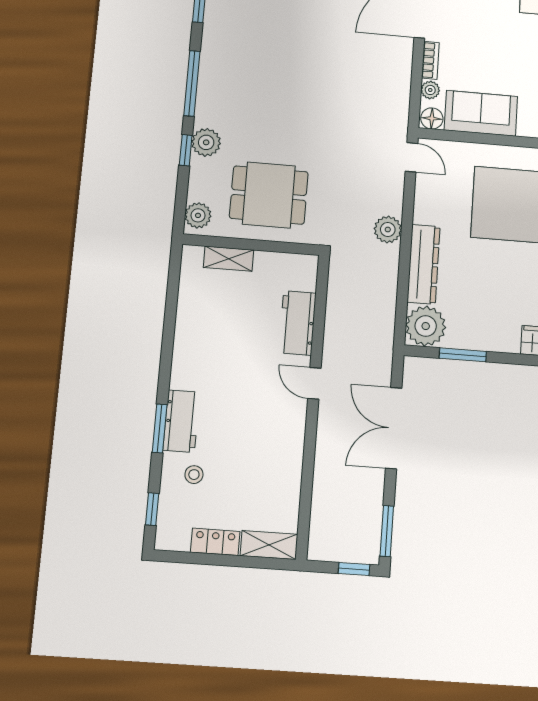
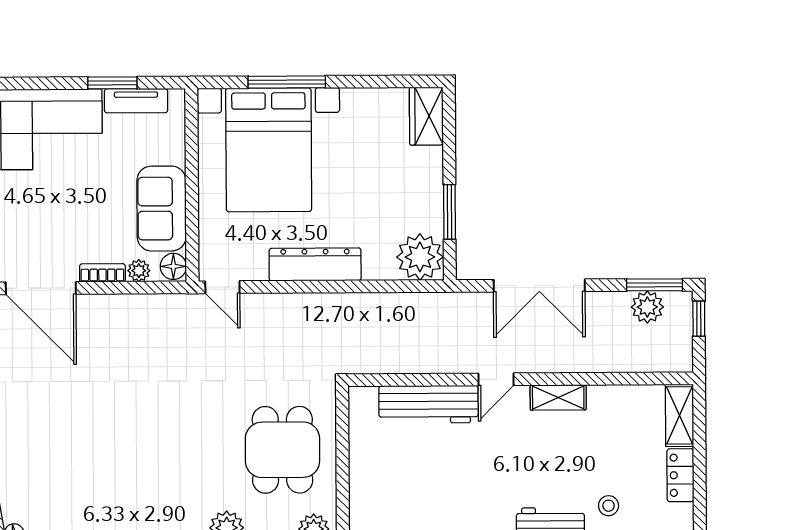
door: (411, 157) -> (222, 287), swing flipped
plant: (388, 230) -> (647, 307), moved
shelving: (229, 259) -> (558, 398), moved, turned 90
dresser: (424, 264) -> (315, 264), moved
workbench: (297, 323) -> (429, 404), width x1.38

